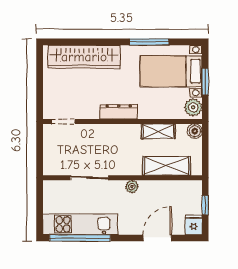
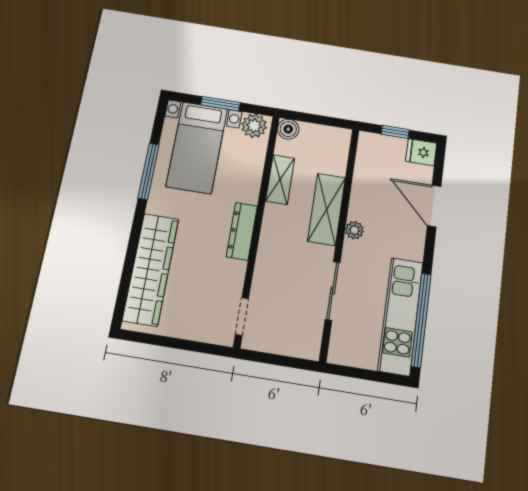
shelving: (167, 166) -> (327, 209), moved

